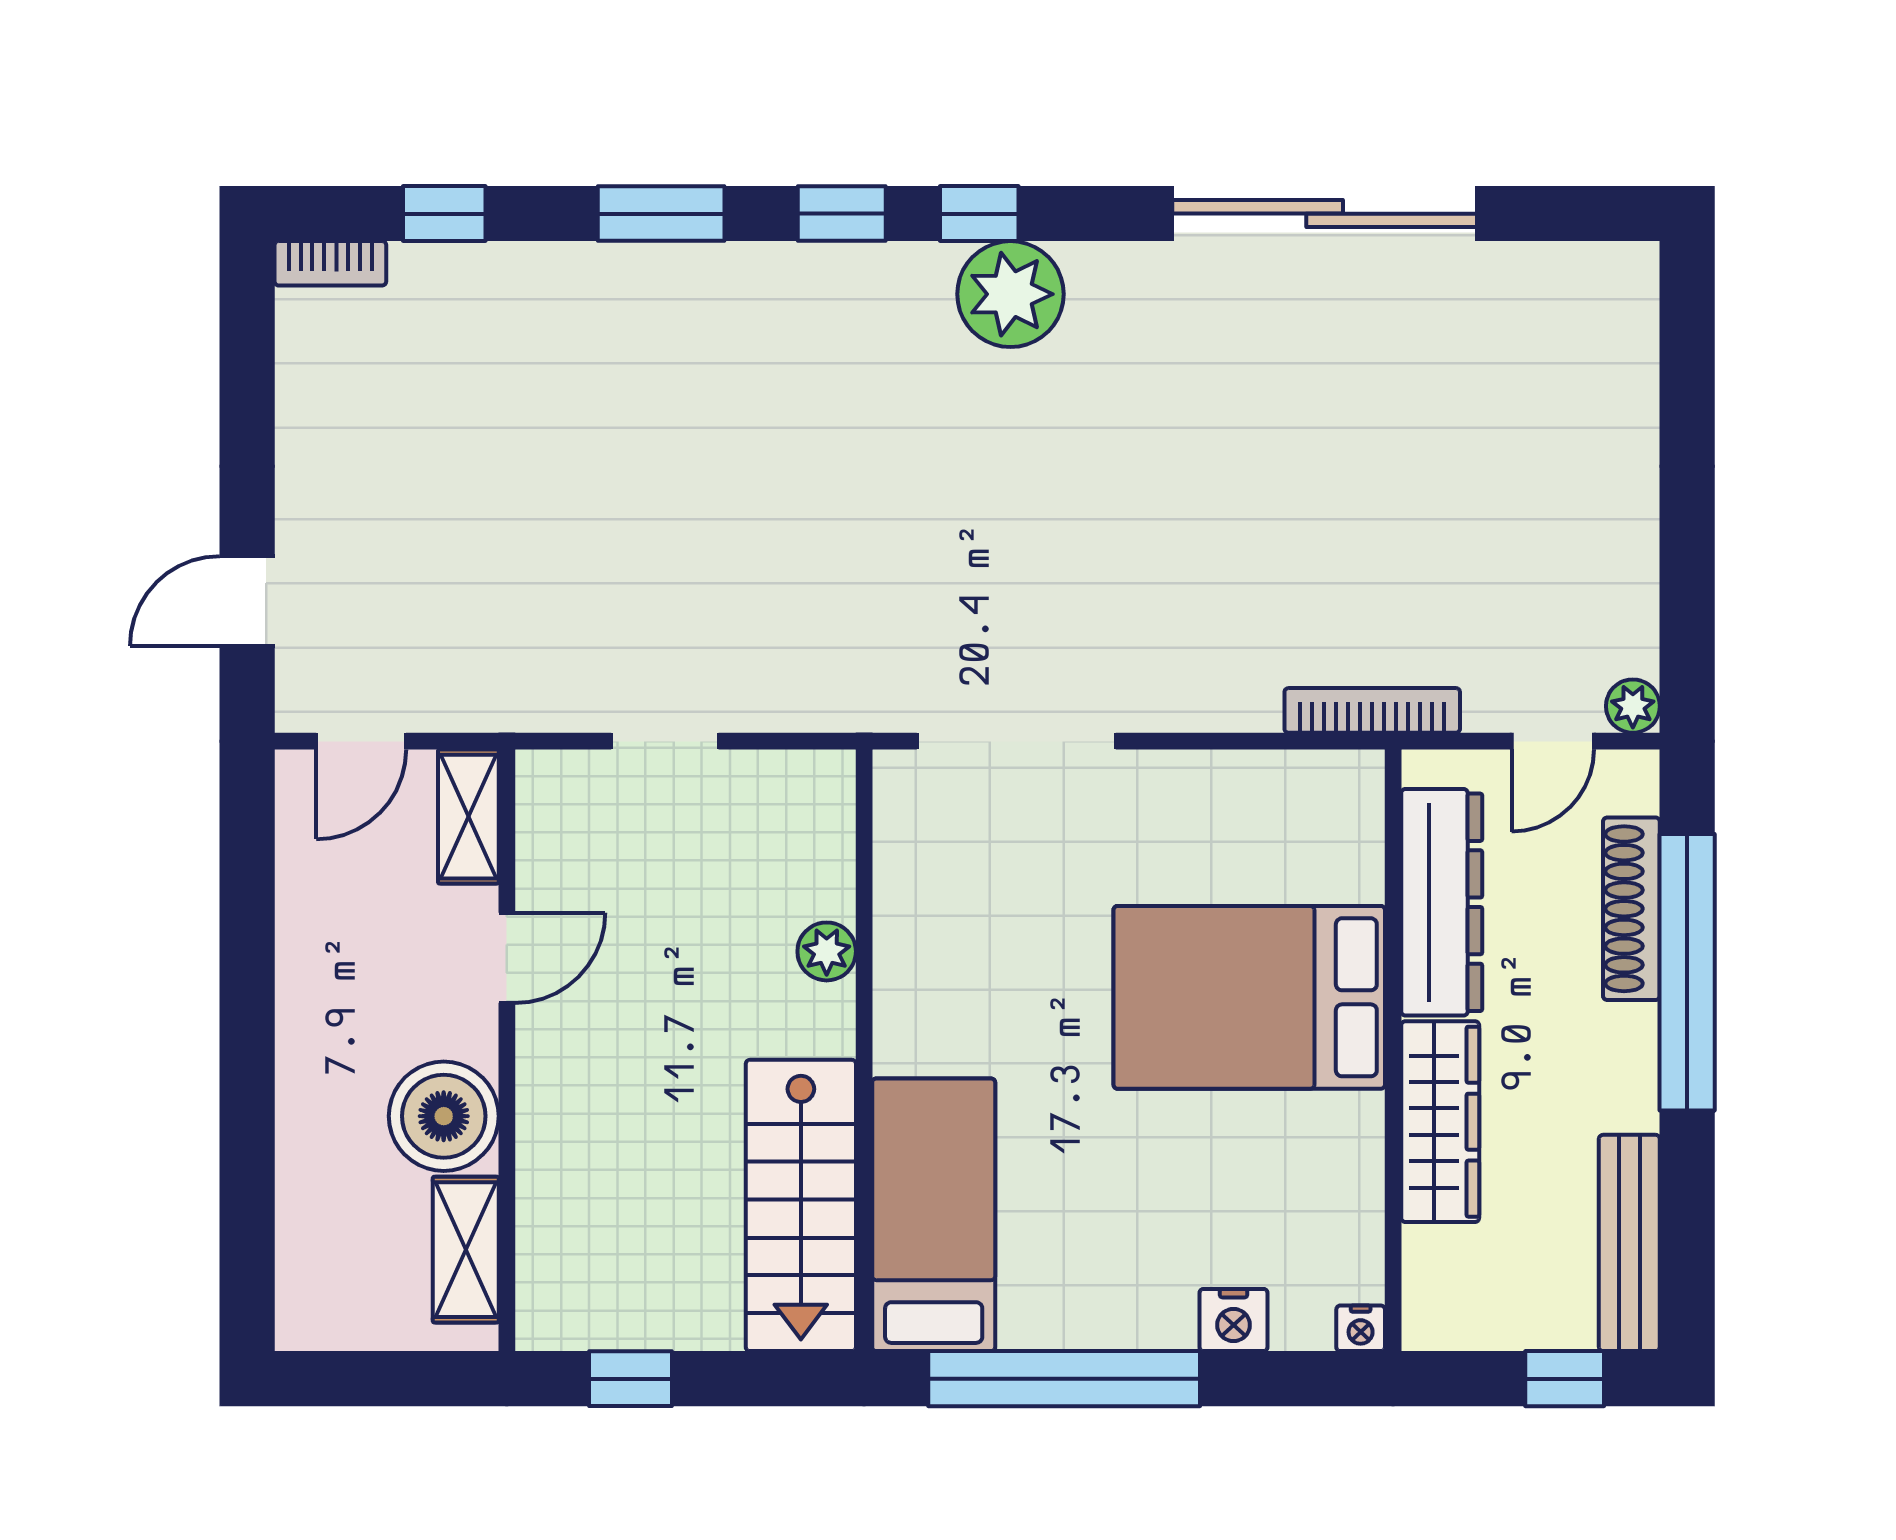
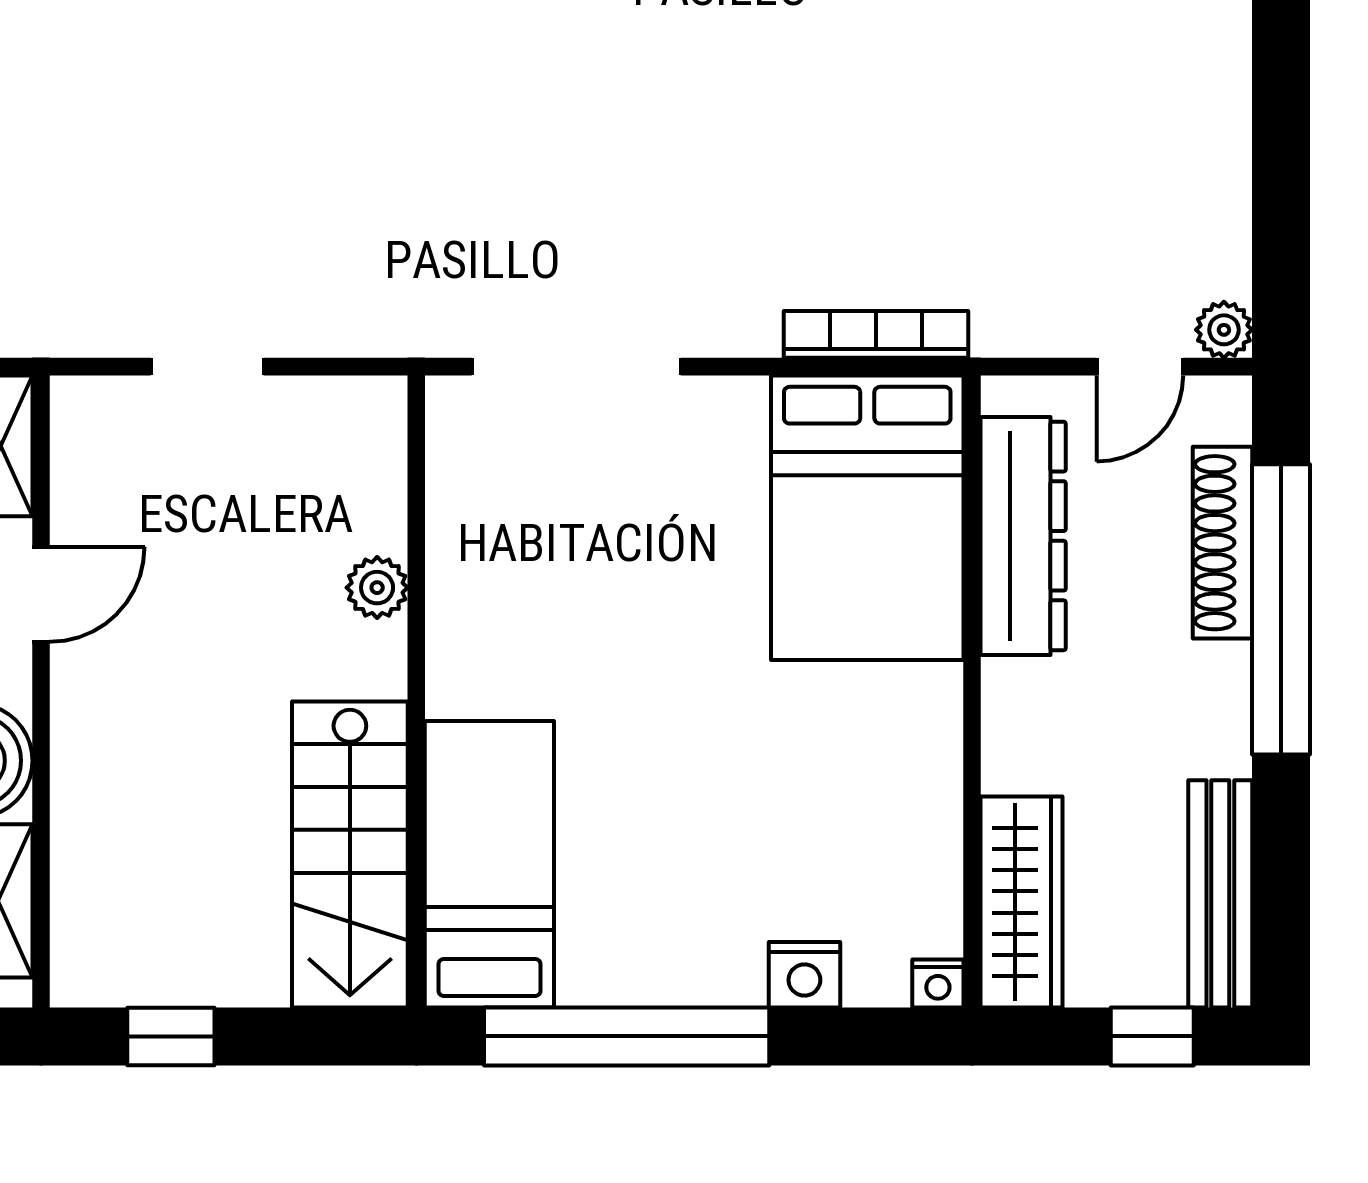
bookcase: (1372, 710) -> (876, 334), moved
bed: (1249, 997) -> (867, 518), moved, turned -90
wardrobe: (1440, 1122) -> (1022, 902), moved

